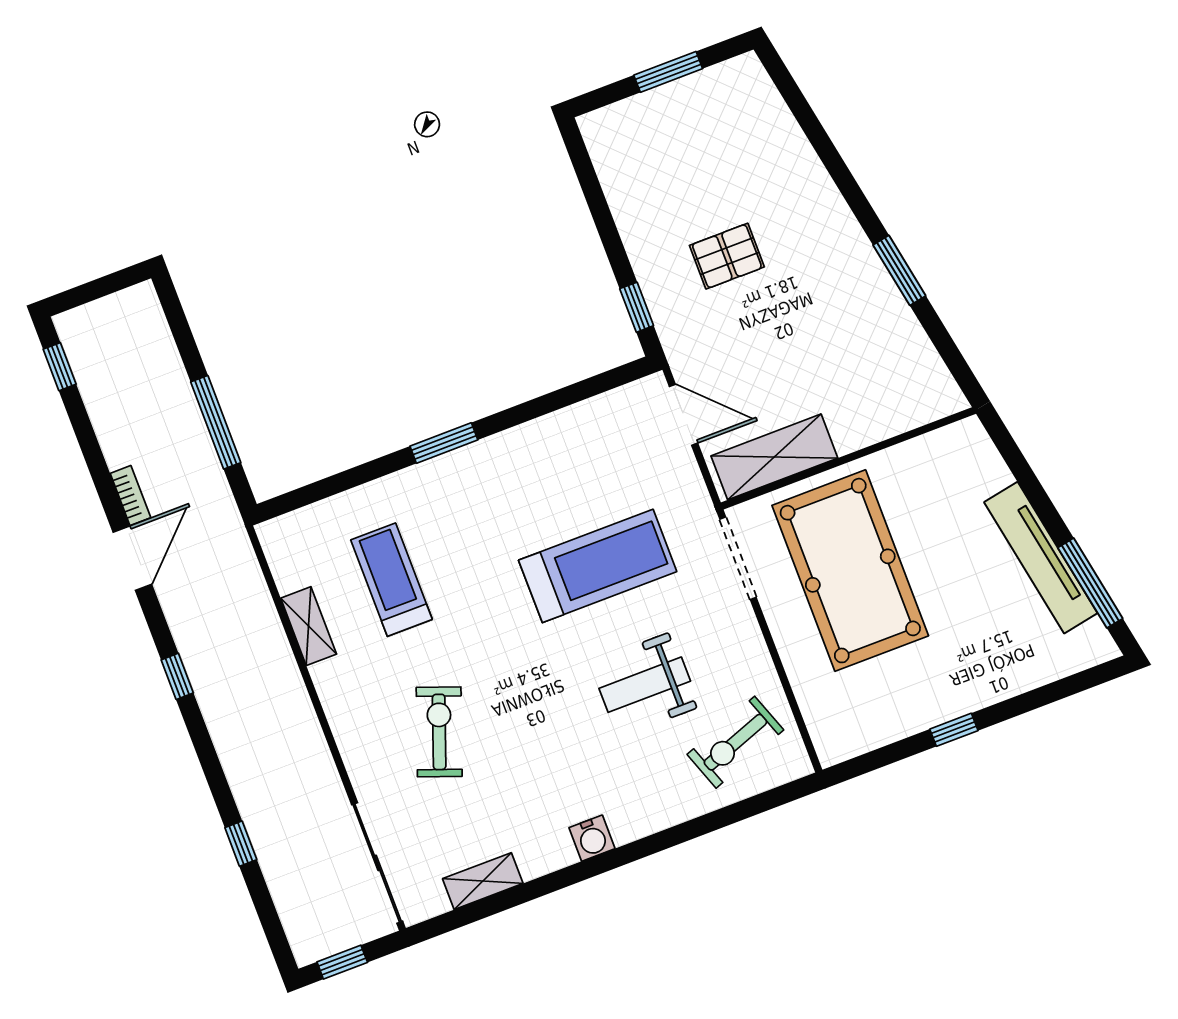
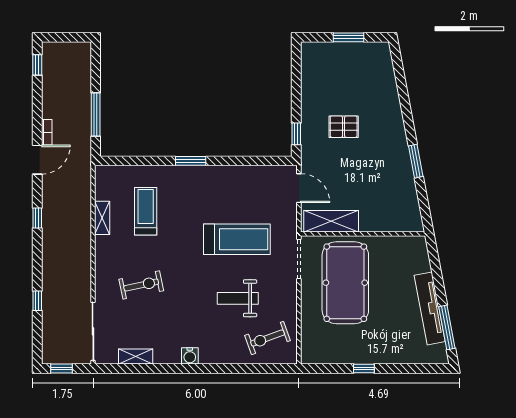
exercise bike: (439, 732) -> (141, 285), turned 58

